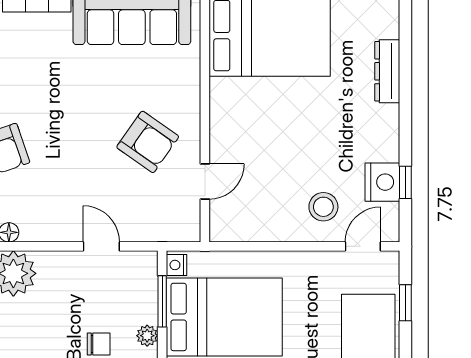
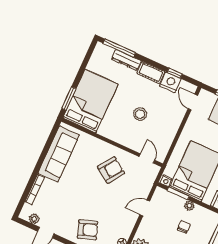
window: (405, 46) -> (119, 48), added
cot: (385, 133) -> (151, 72), added
door: (205, 182) -> (147, 158), moved
stool: (323, 207) -> (140, 114), moved

